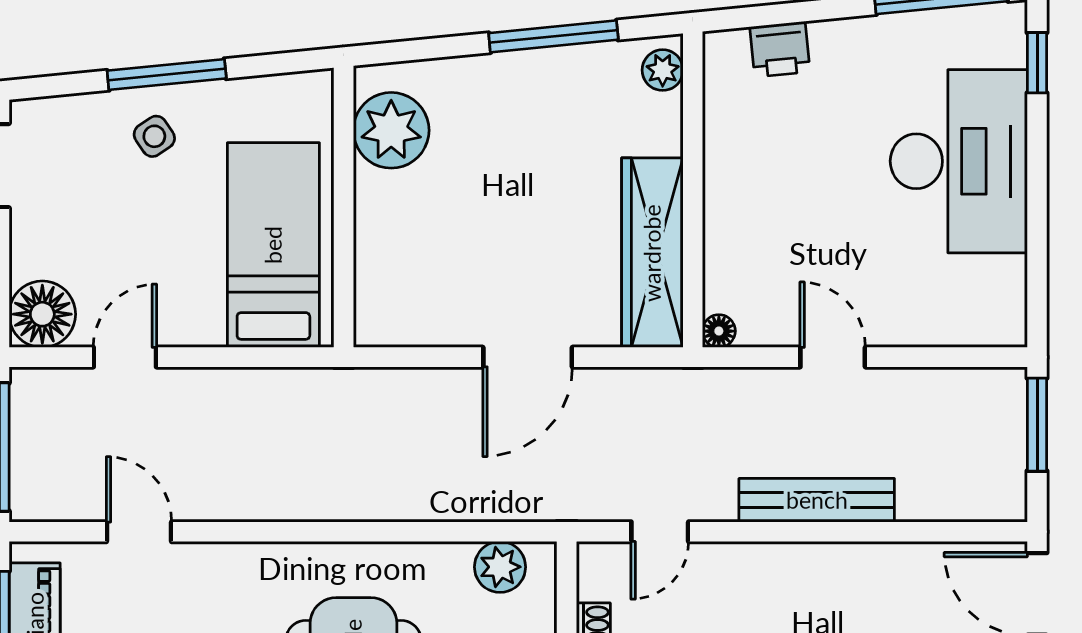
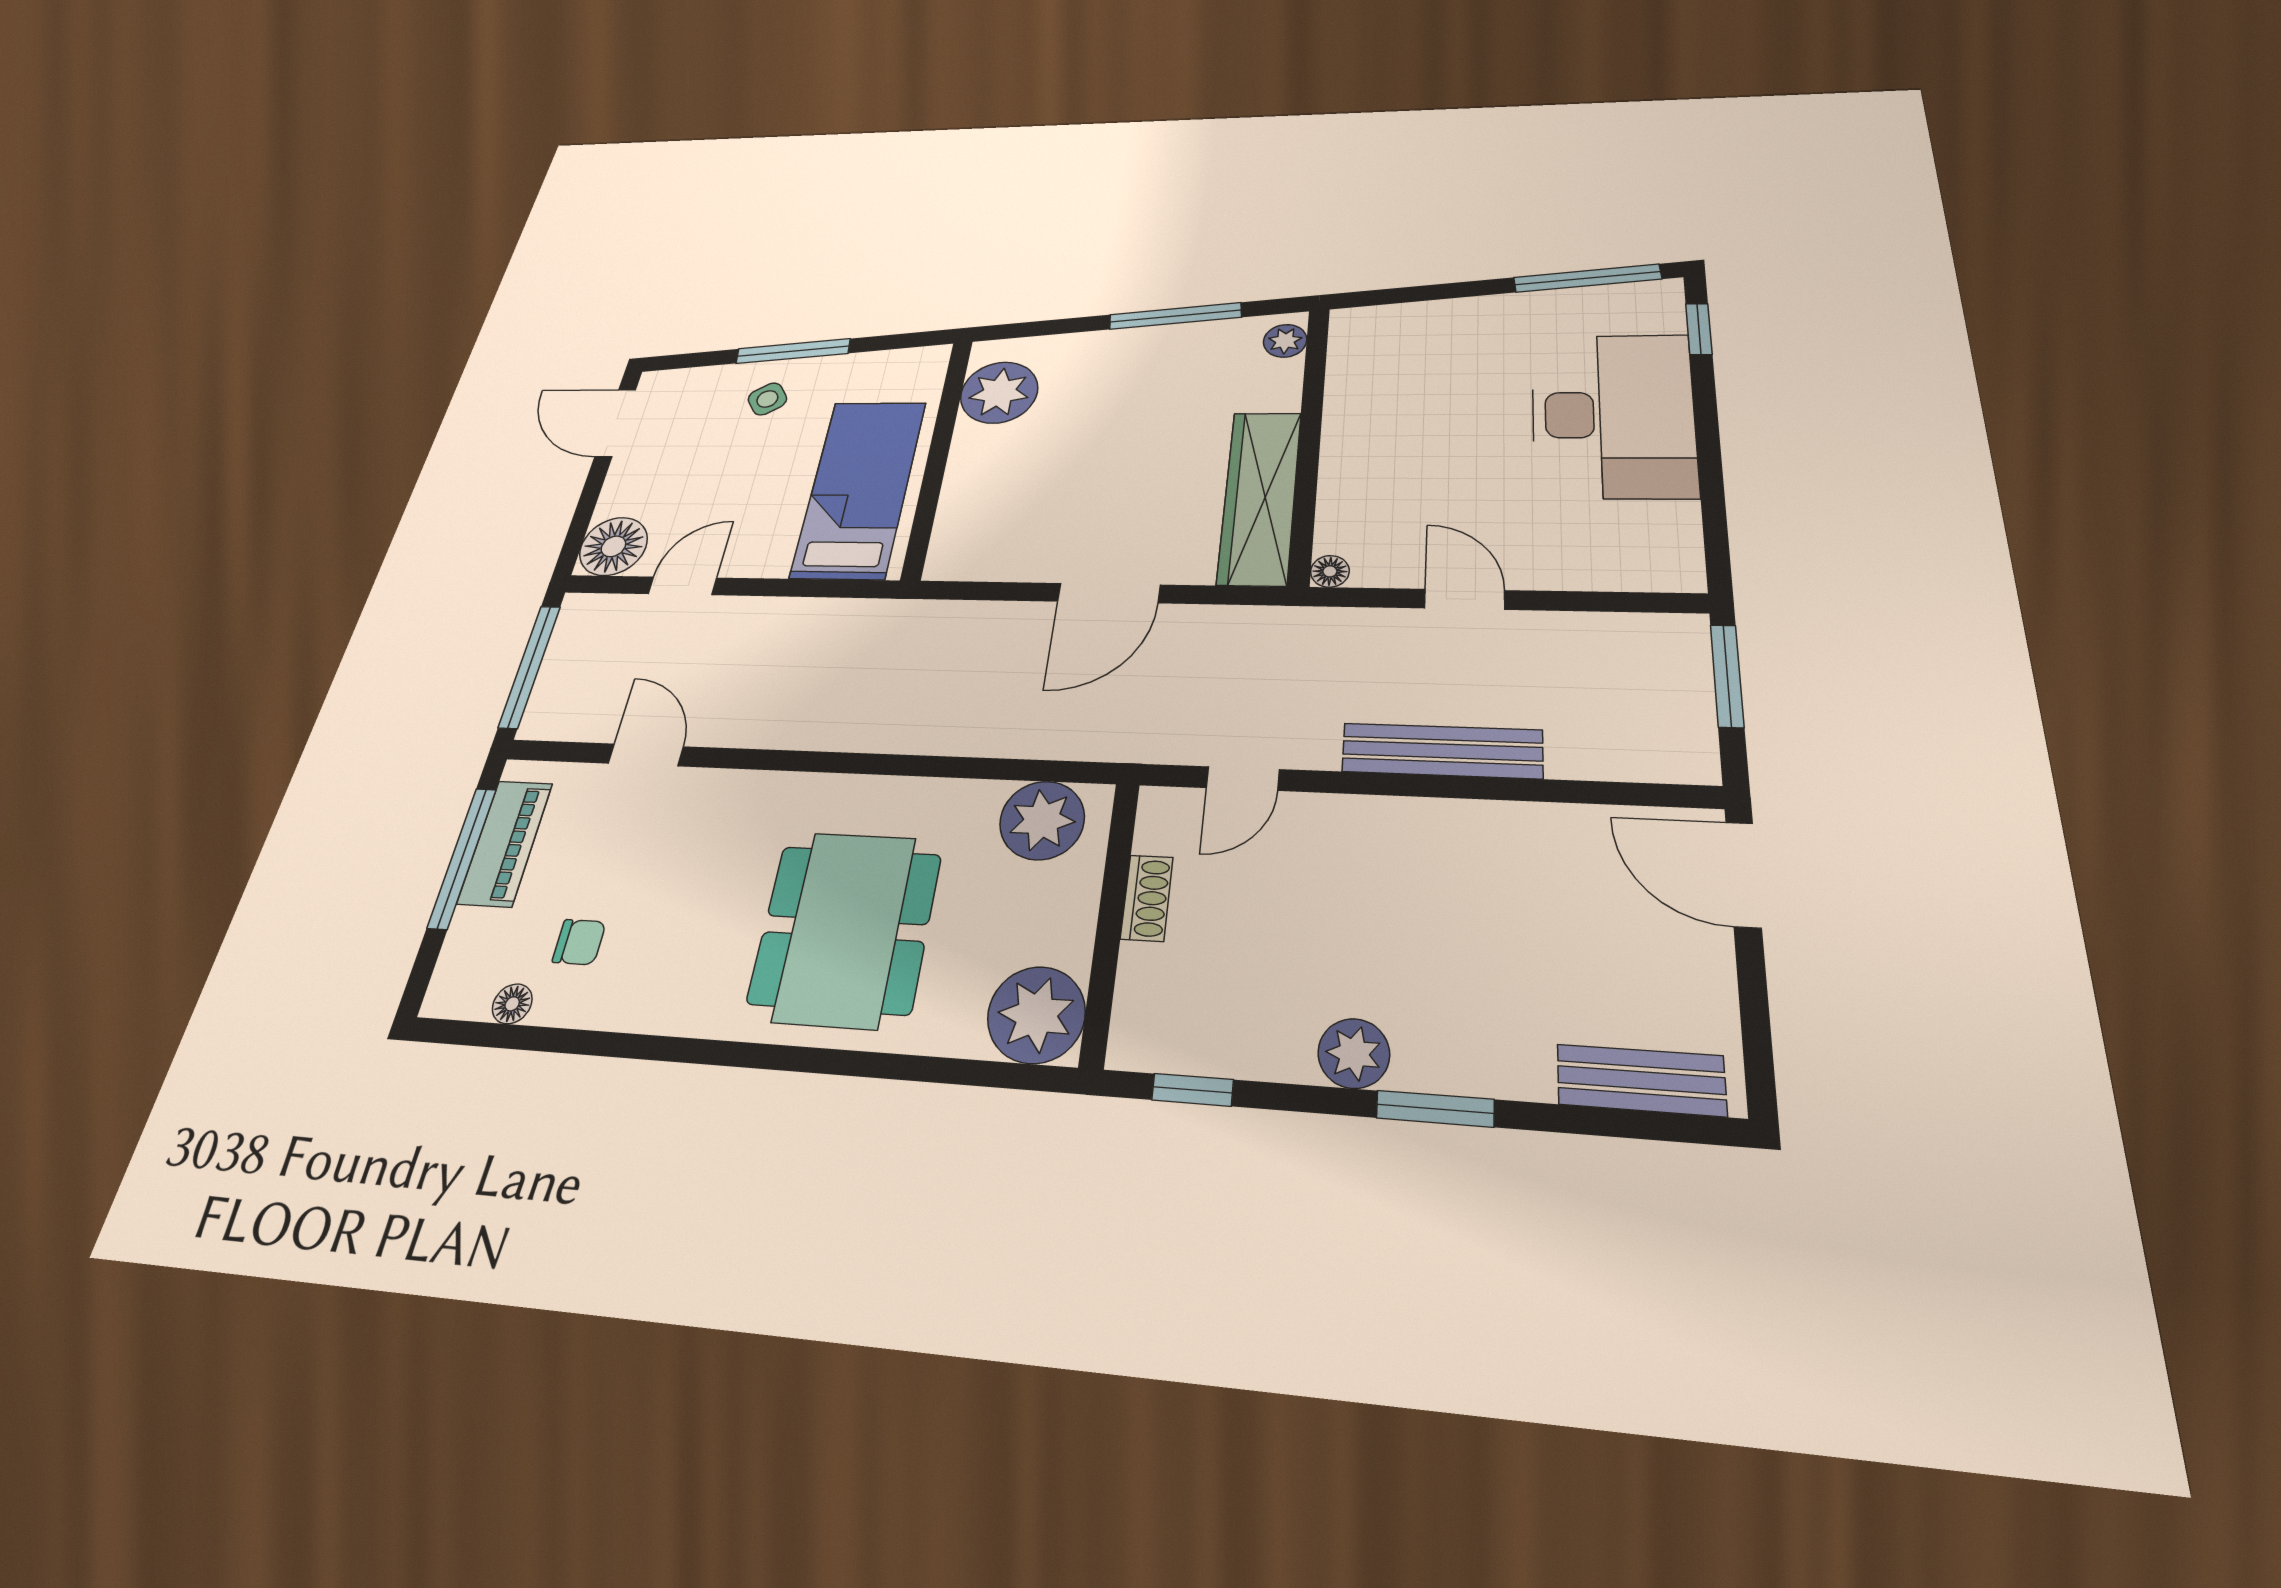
printer: (780, 49) -> (1411, 322), removed
plant: (500, 567) -> (1042, 820), width x1.36, depth x1.36

